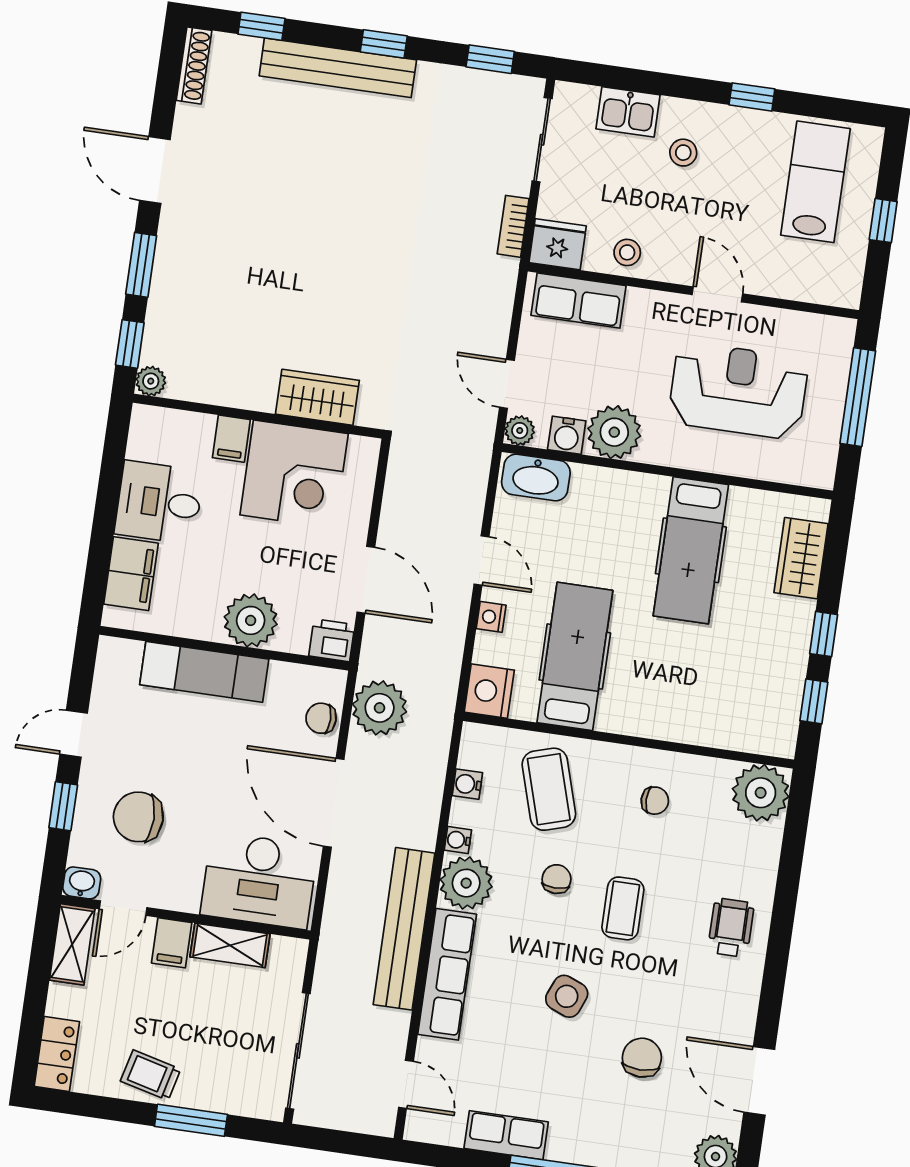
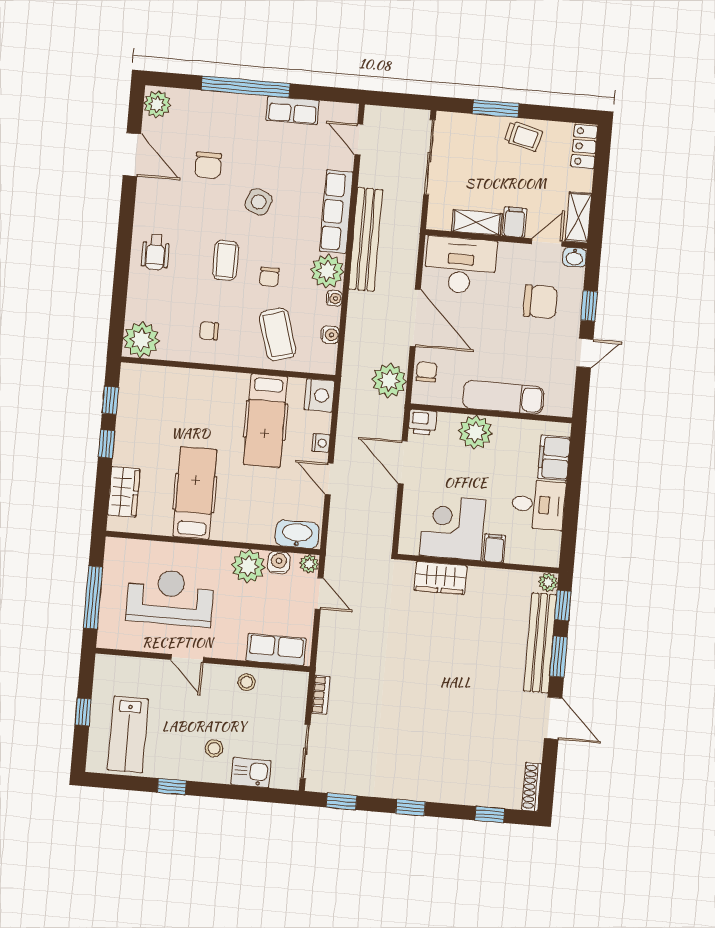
bench: (338, 68) -> (540, 643), moved, turned 90
fridge: (558, 244) -> (291, 685), removed
reception desk: (738, 391) -> (170, 597), turned 180
chair: (321, 718) -> (427, 372), turned -90

